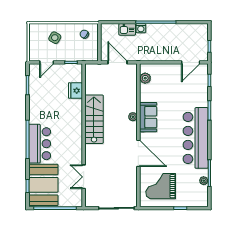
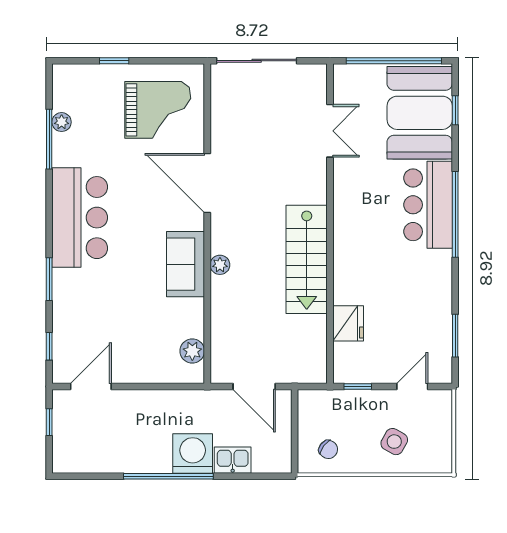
washing machine: (141, 28) -> (193, 453), width x1.89, depth x1.89
bar counter: (196, 138) -> (80, 218), width x0.73

